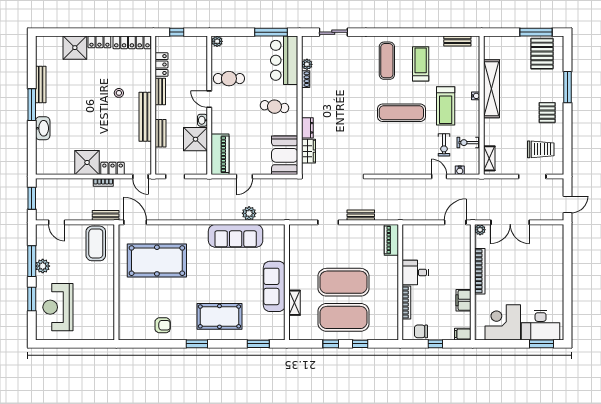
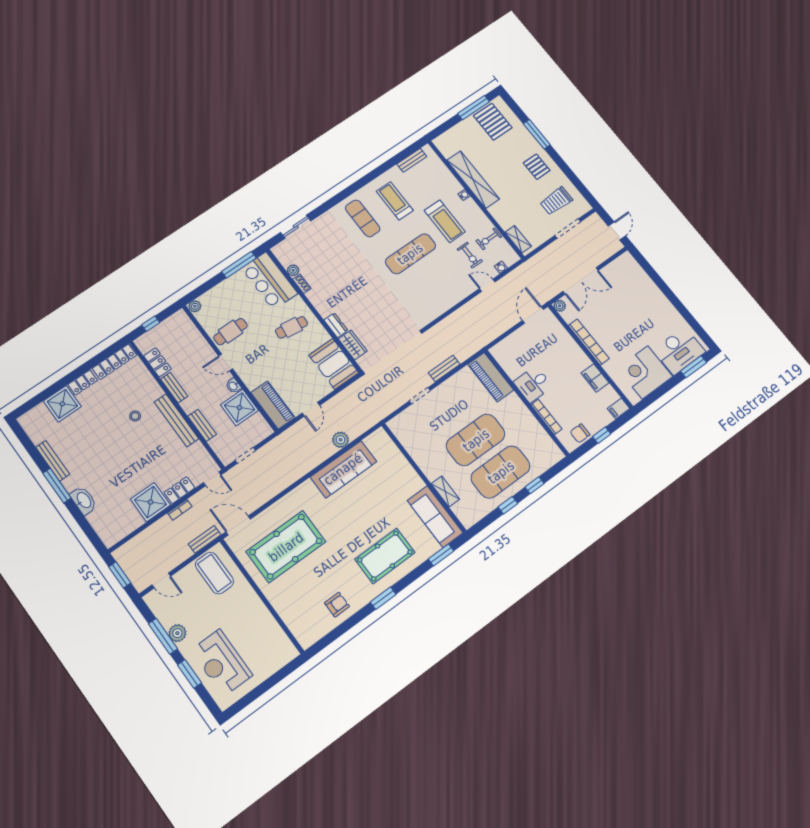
trolley: (541, 149) -> (556, 201), turned 180
piano: (391, 240) -> (491, 377), width x1.37, depth x1.33
sofa: (274, 286) -> (435, 517), moved

